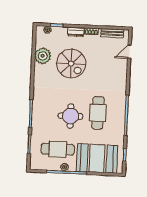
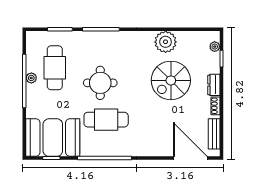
door: (129, 52) -> (190, 158), width x1.88
plant: (43, 56) -> (166, 42), moved
booth: (97, 158) -> (53, 138), moved, turned 90

